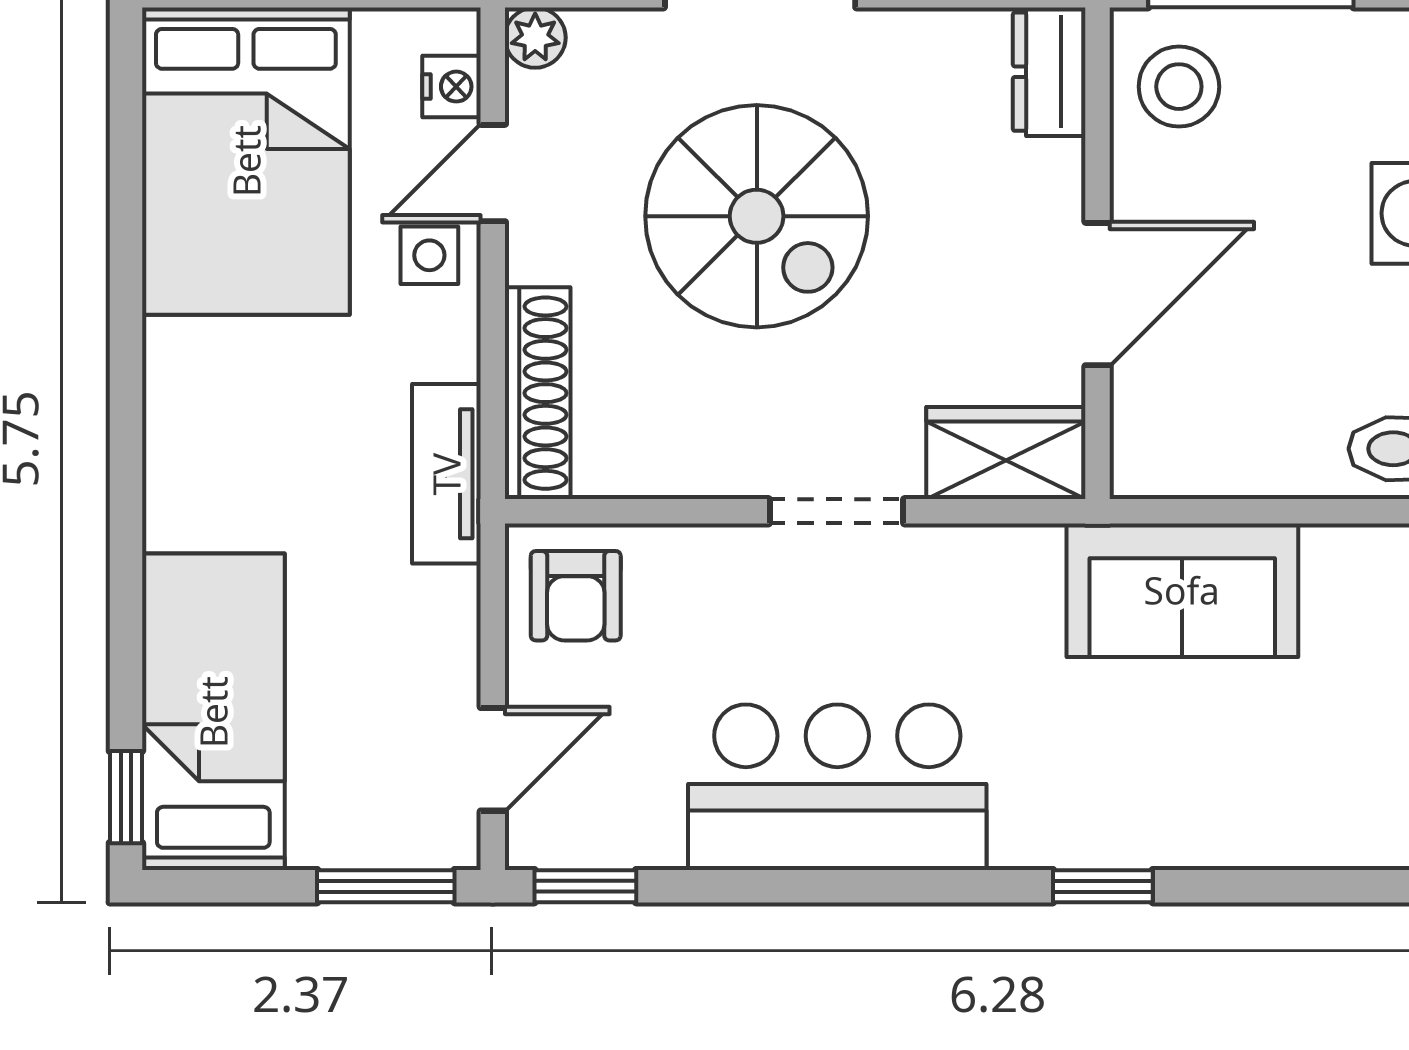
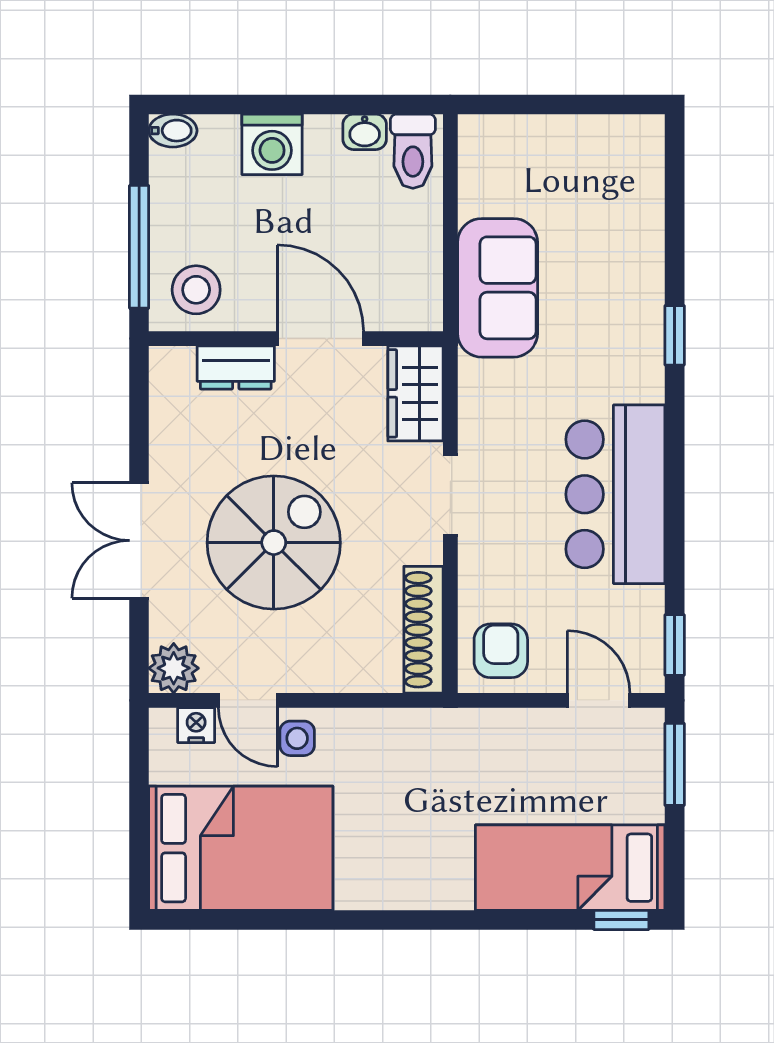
plant: (535, 38) -> (174, 668), width x1.38, depth x1.38
dresser: (1049, 72) -> (236, 367), moved
shoe rack: (538, 393) -> (423, 630), moved, turned -90
tv unit: (446, 474) -> (428, 728), removed
armchair: (576, 596) -> (501, 651), turned -90

